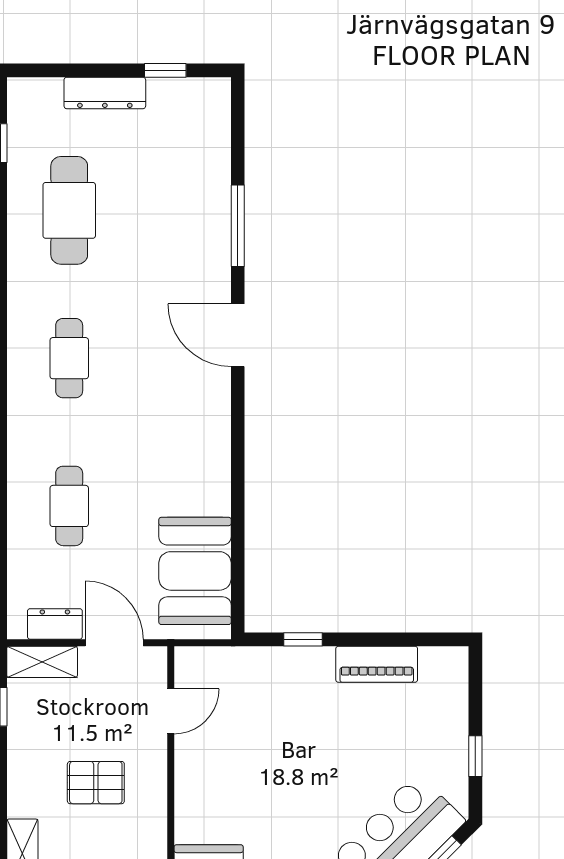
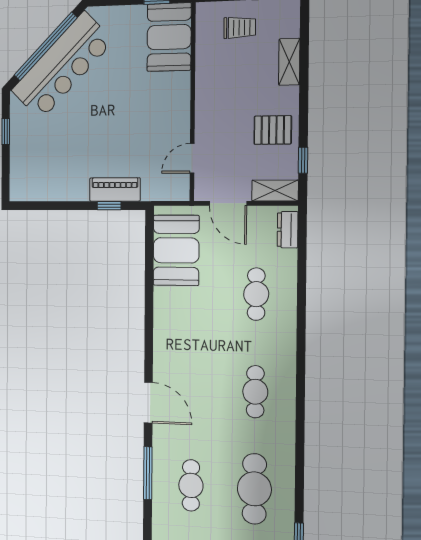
cafe table: (169, 210) -> (191, 485), added
dresser: (55, 624) -> (288, 230), moved, turned 90
piano: (377, 664) -> (115, 189), moved
pallet: (96, 783) -> (273, 130), moved

